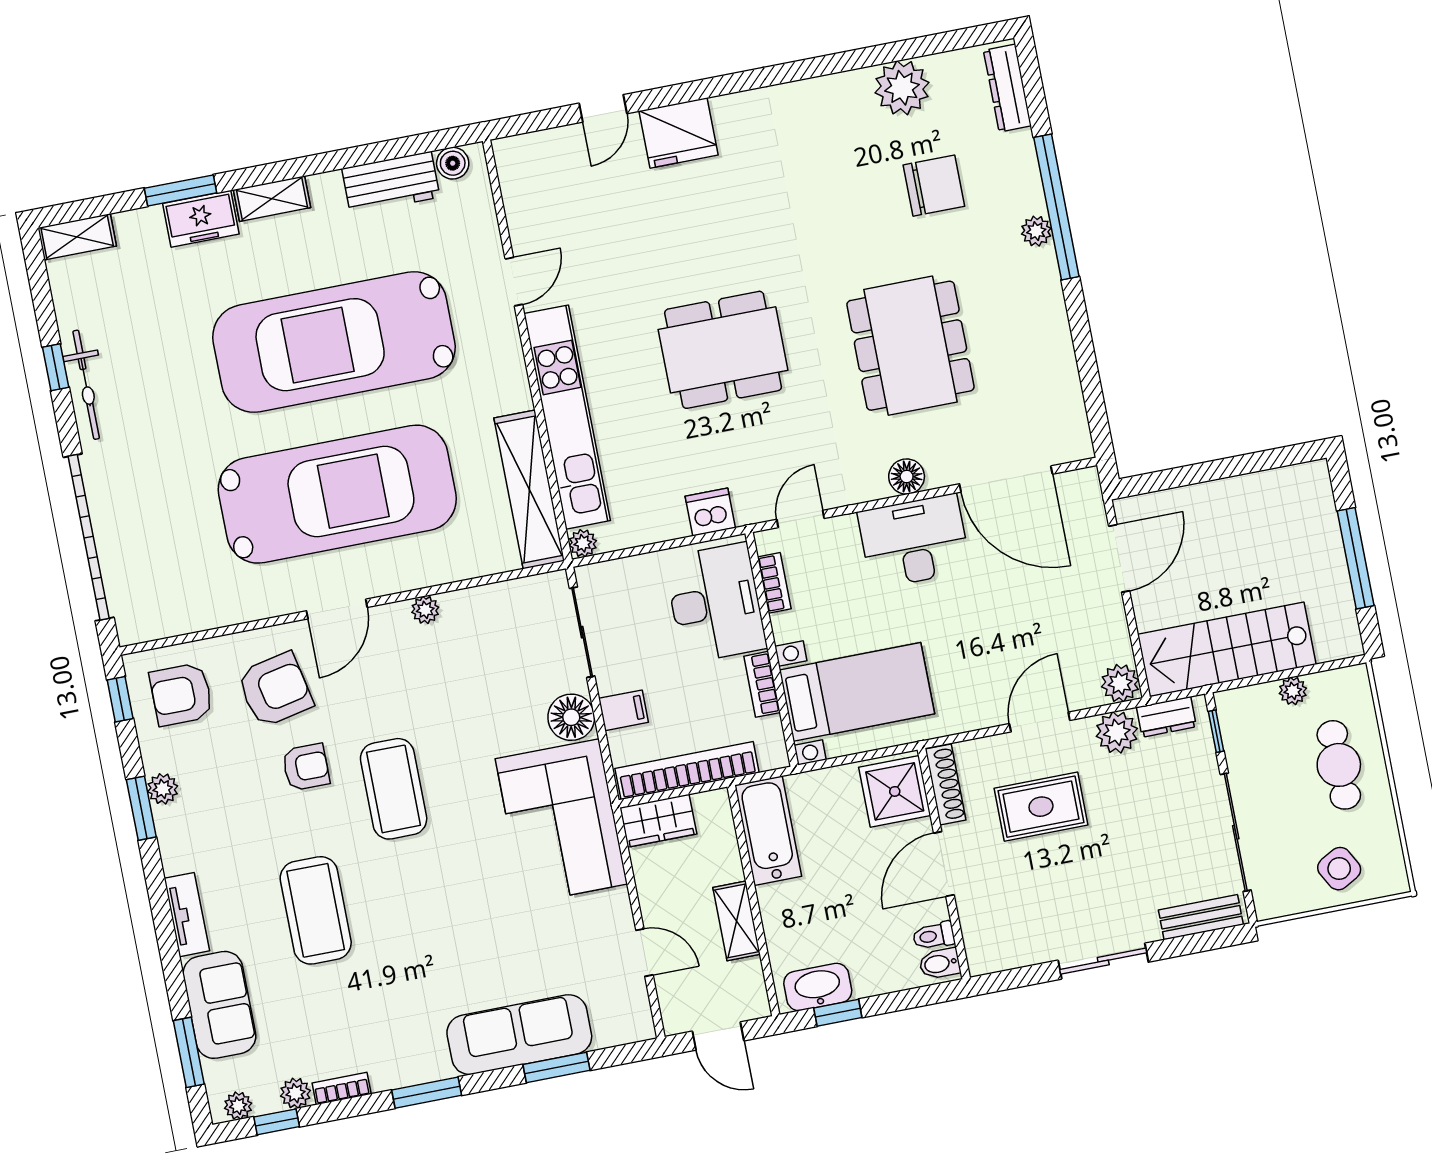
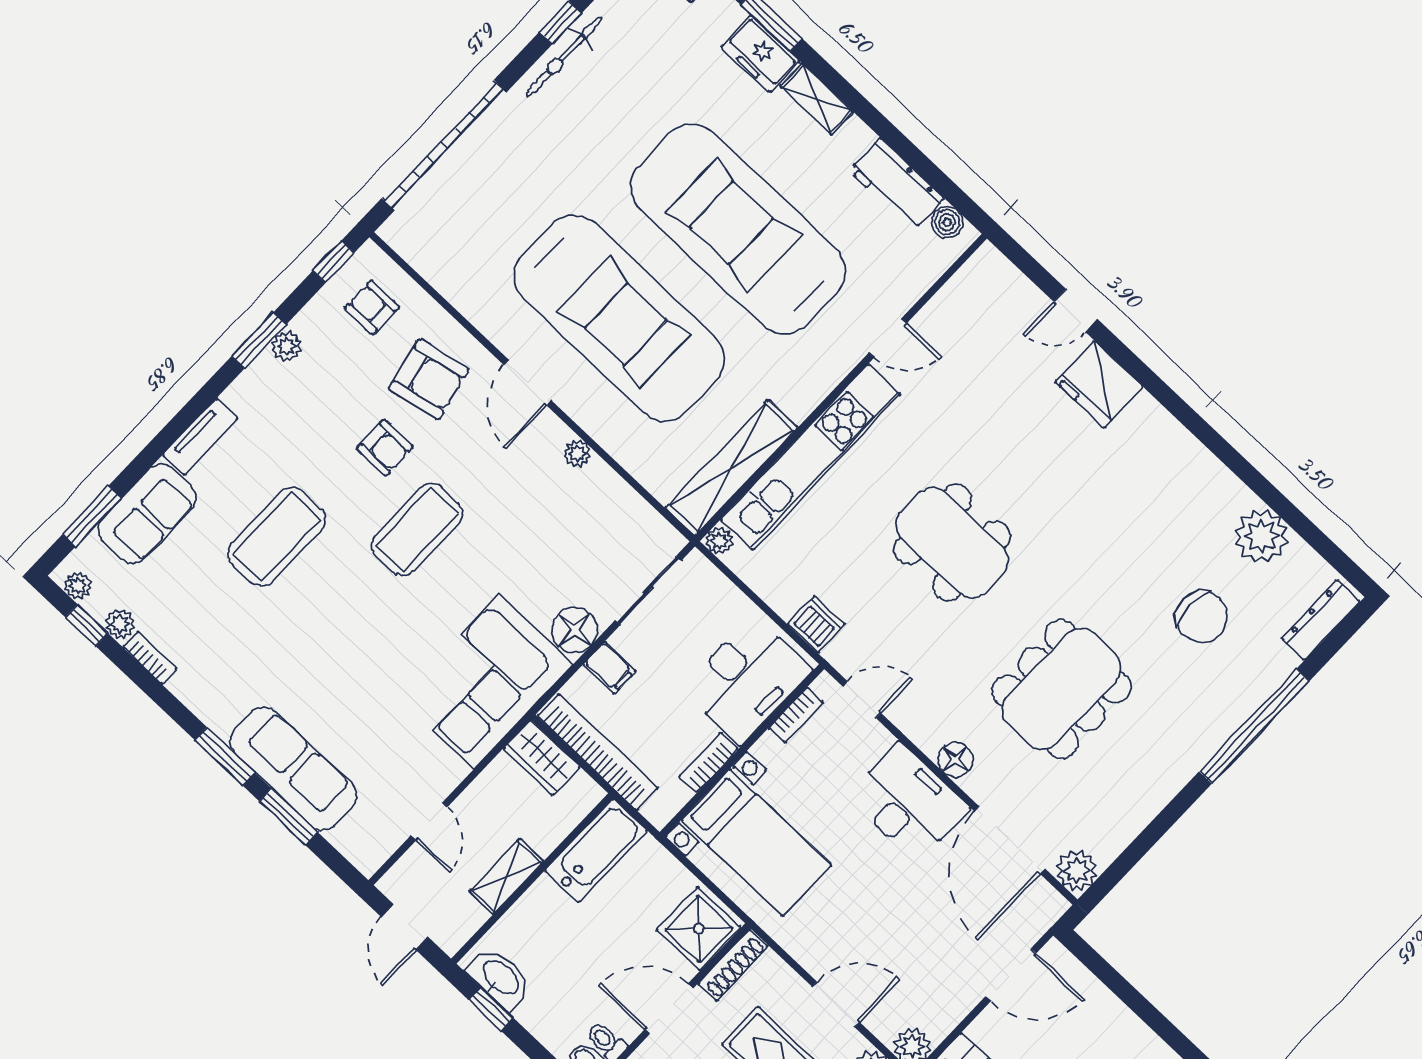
plant: (1036, 231) -> (1077, 871), moved, width x1.38, depth x1.38
door: (337, 609) -> (528, 383), hinge flipped
armchair: (181, 694) -> (372, 307), width x0.72, depth x0.72
window: (427, 1093) -> (225, 756), moved

